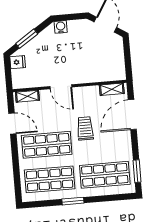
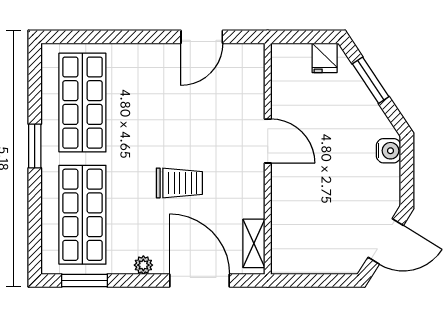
door: (61, 87) -> (268, 141), swing flipped
shelving: (27, 96) -> (254, 72), removed
plant: (127, 143) -> (143, 265), added
shop shelf: (47, 145) -> (153, 103), removed

